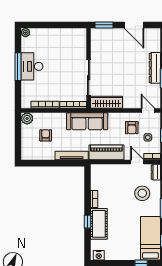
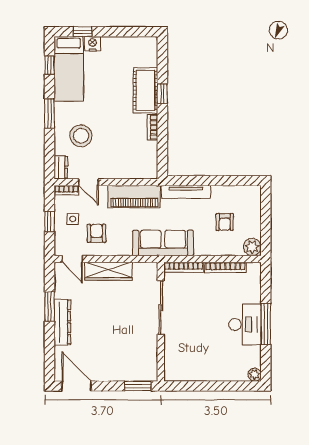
door: (134, 25) -> (76, 386), moved
wardrobe: (107, 102) -> (109, 271), moved
nightstand: (99, 255) -> (93, 44), moved

